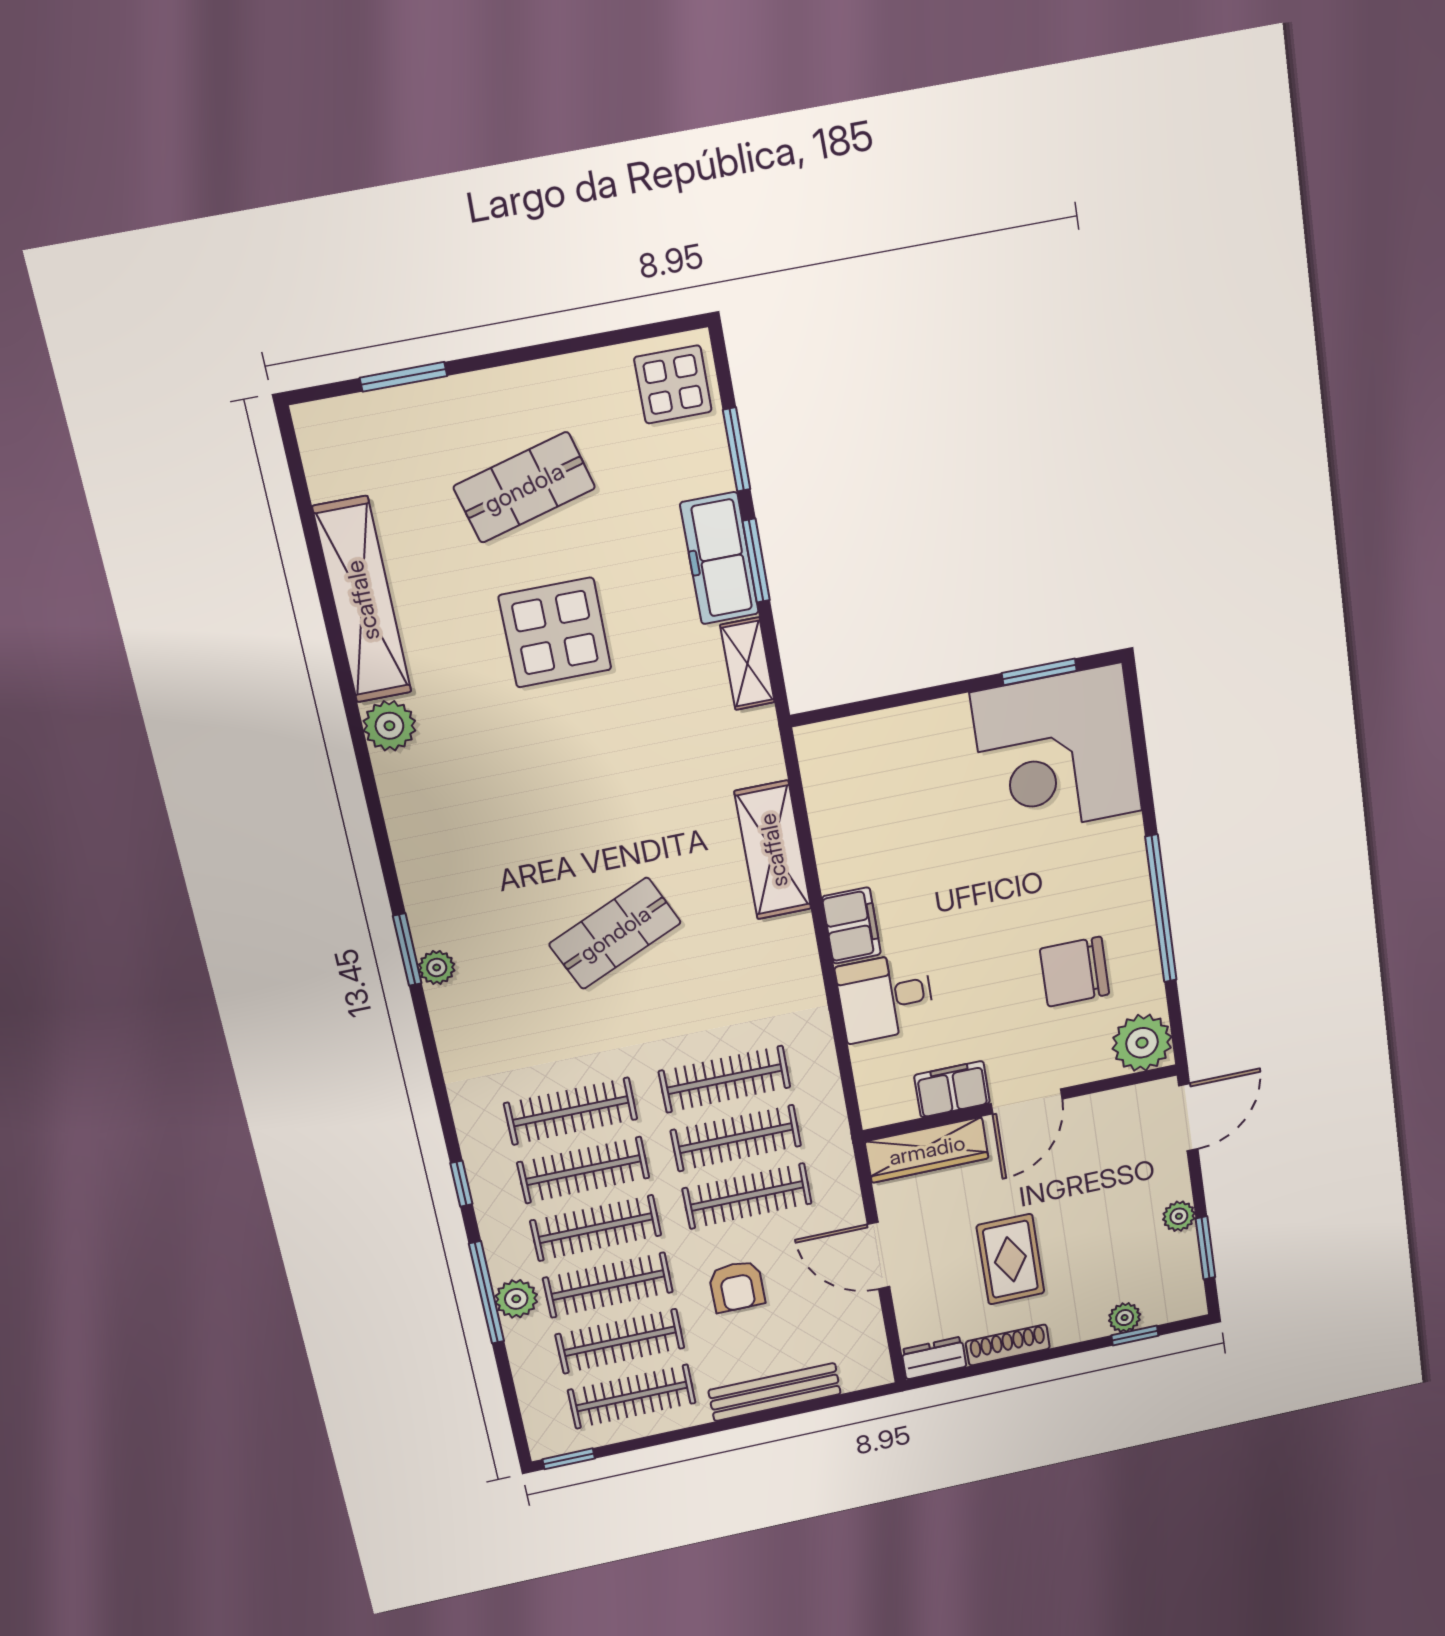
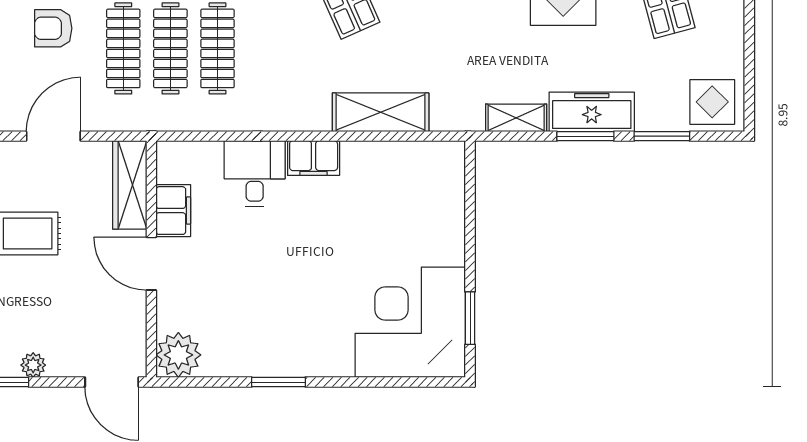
window: (1161, 909) -> (279, 382), width x0.47
chair: (1075, 972) -> (244, 313), removed

